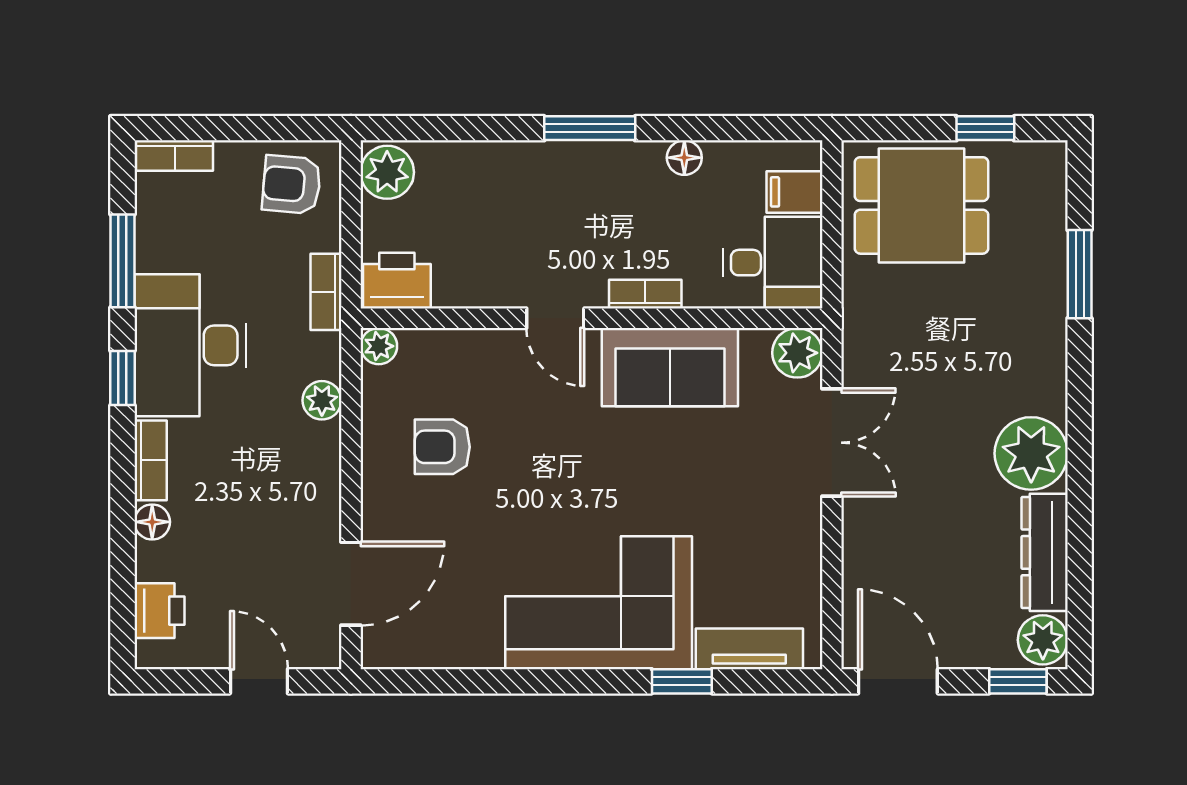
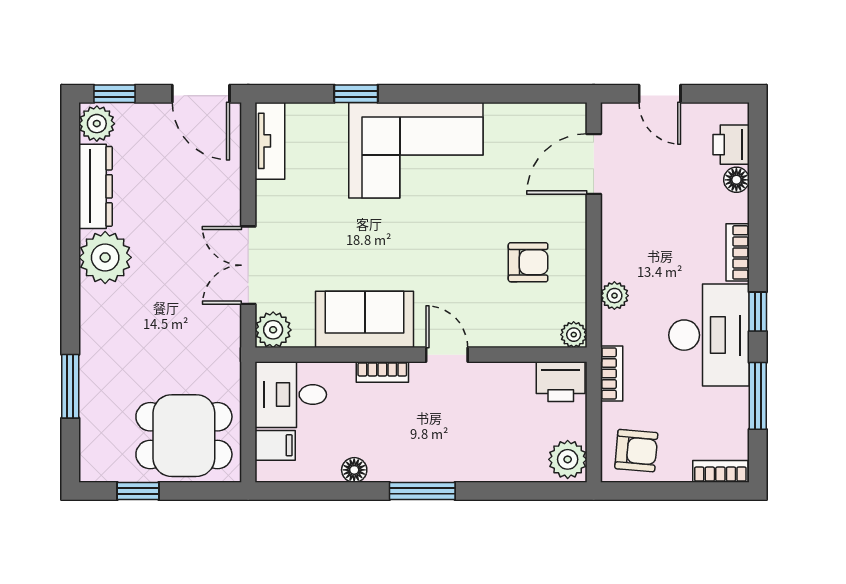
floor lamp: (152, 522) -> (736, 180), moved
tv unit: (749, 649) -> (270, 141), moved, turned -90

